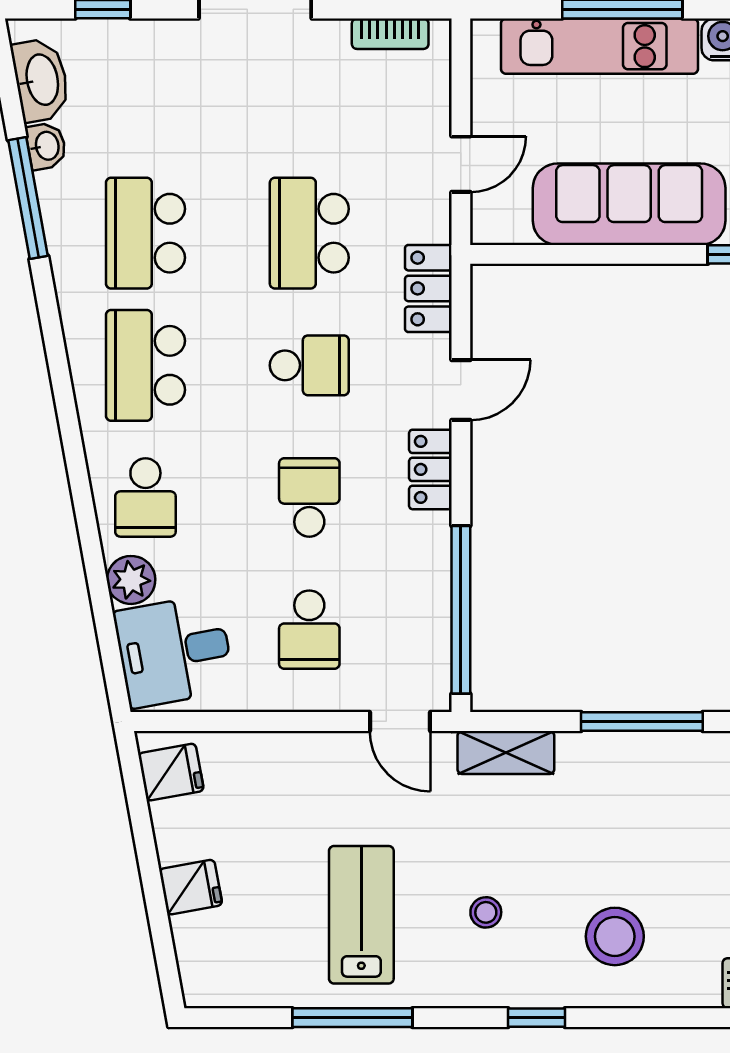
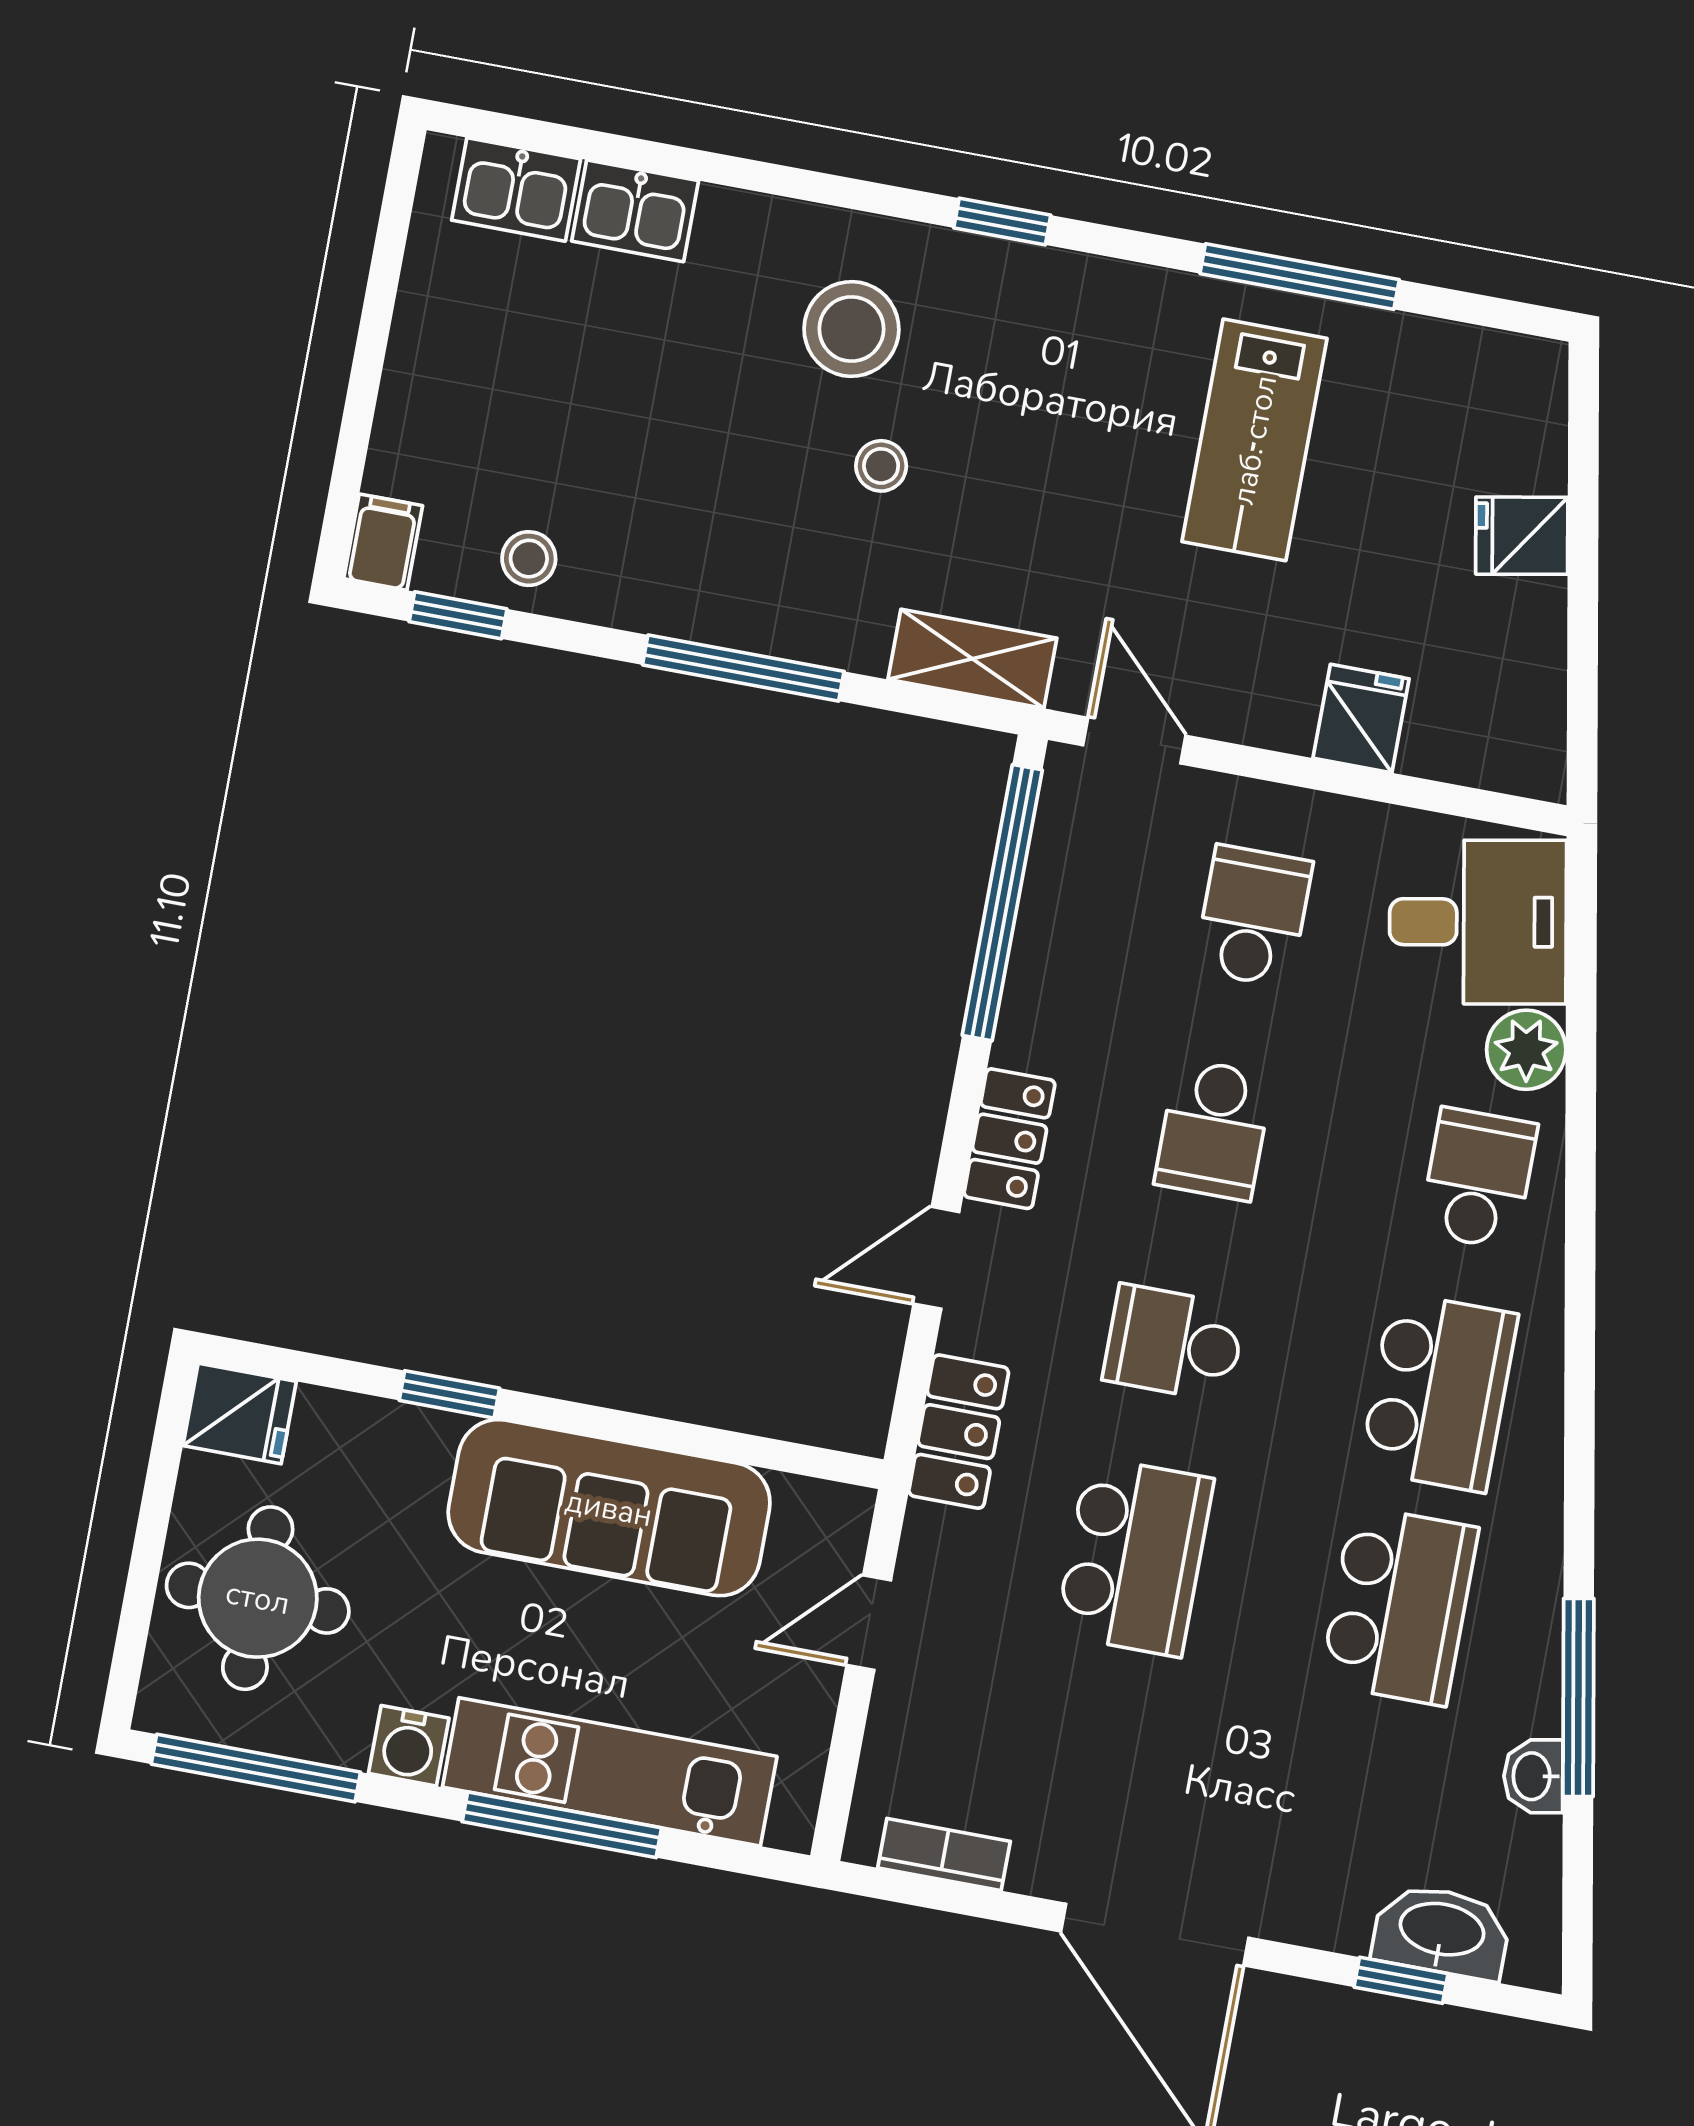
washbasin: (41, 80) -> (1442, 1932), moved, turned 100
fridge: (171, 772) -> (1361, 719), moved, turned 100
stool: (486, 912) -> (881, 466), moved

